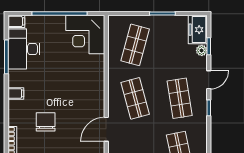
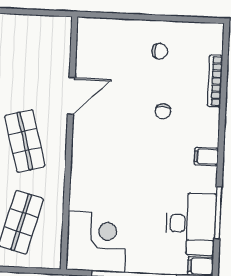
chair: (46, 122) -> (163, 111), width x0.54, depth x0.54

